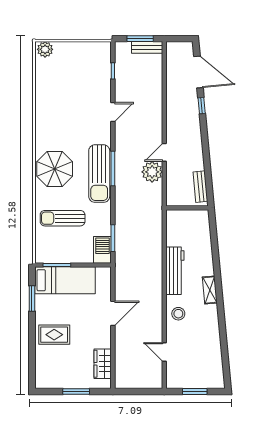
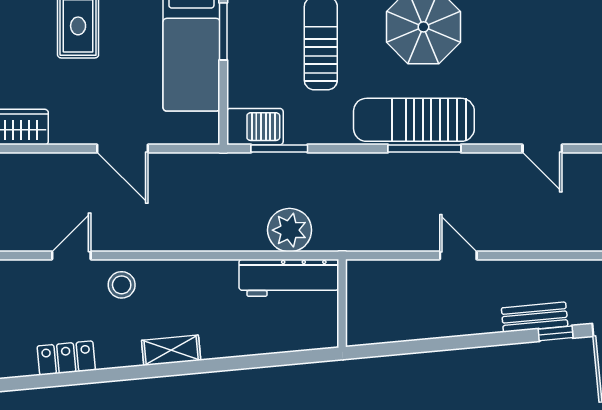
plant: (152, 172) -> (290, 230), moved
bench: (200, 187) -> (535, 317), moved
workbench: (175, 271) -> (289, 278), moved
locker: (213, 340) -> (66, 358), added
door: (164, 352) -> (71, 255), moved

